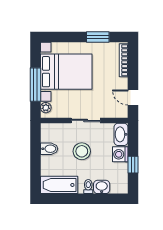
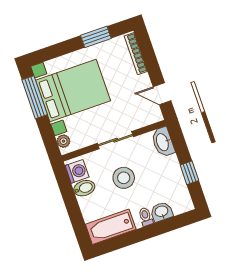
window: (35, 85) -> (35, 97), moved
washing machine: (120, 154) -> (77, 171), moved, turned 180

